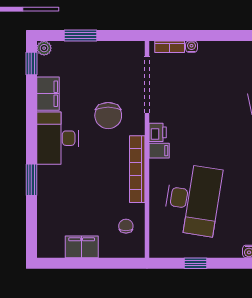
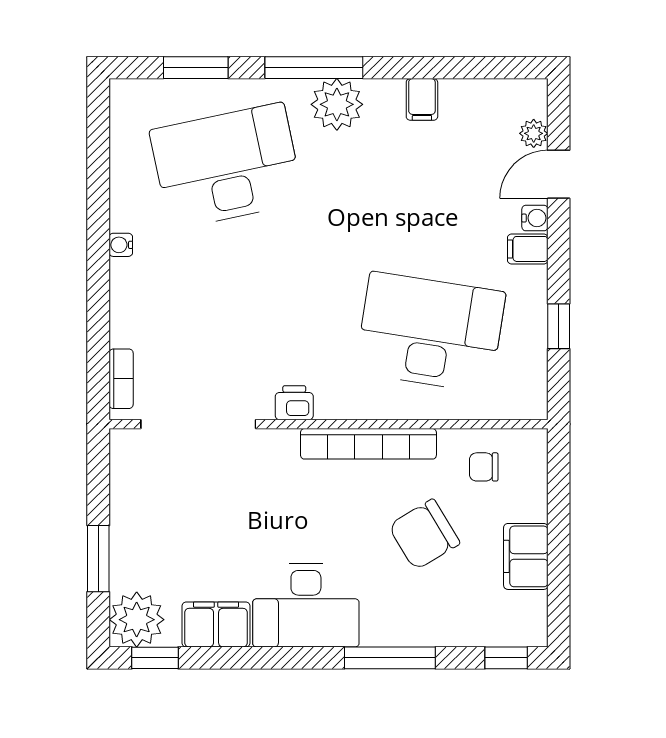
water cooler: (191, 47) -> (121, 245), moved
plant: (44, 48) -> (137, 620), width x1.88, depth x1.88
chair: (108, 116) -> (424, 534), moved, turned 149
filing cabinet: (159, 151) -> (528, 249), moved, turned -90
window: (31, 180) -> (390, 658), width x1.44
window: (31, 237) -> (506, 658), added

